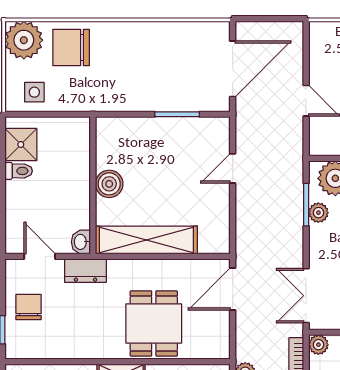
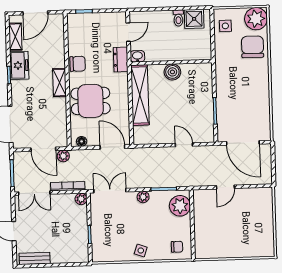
plant: (318, 213) -> (143, 197), moved
chair: (29, 307) -> (78, 64), moved
floor lamp: (222, 341) -> (82, 141), added

